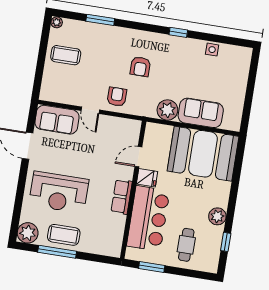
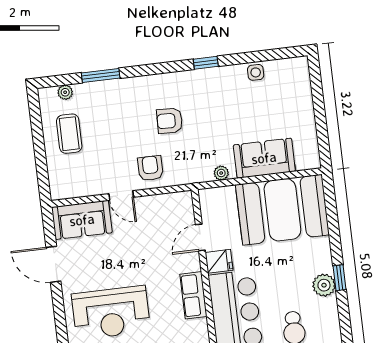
plant: (57, 22) -> (65, 92), moved
coffee table: (66, 55) -> (69, 134), turned 90
armchair: (140, 67) -> (170, 121), turned 92
plant: (167, 110) -> (221, 173), width x0.53, depth x0.53
window: (226, 242) -> (340, 278), moved

